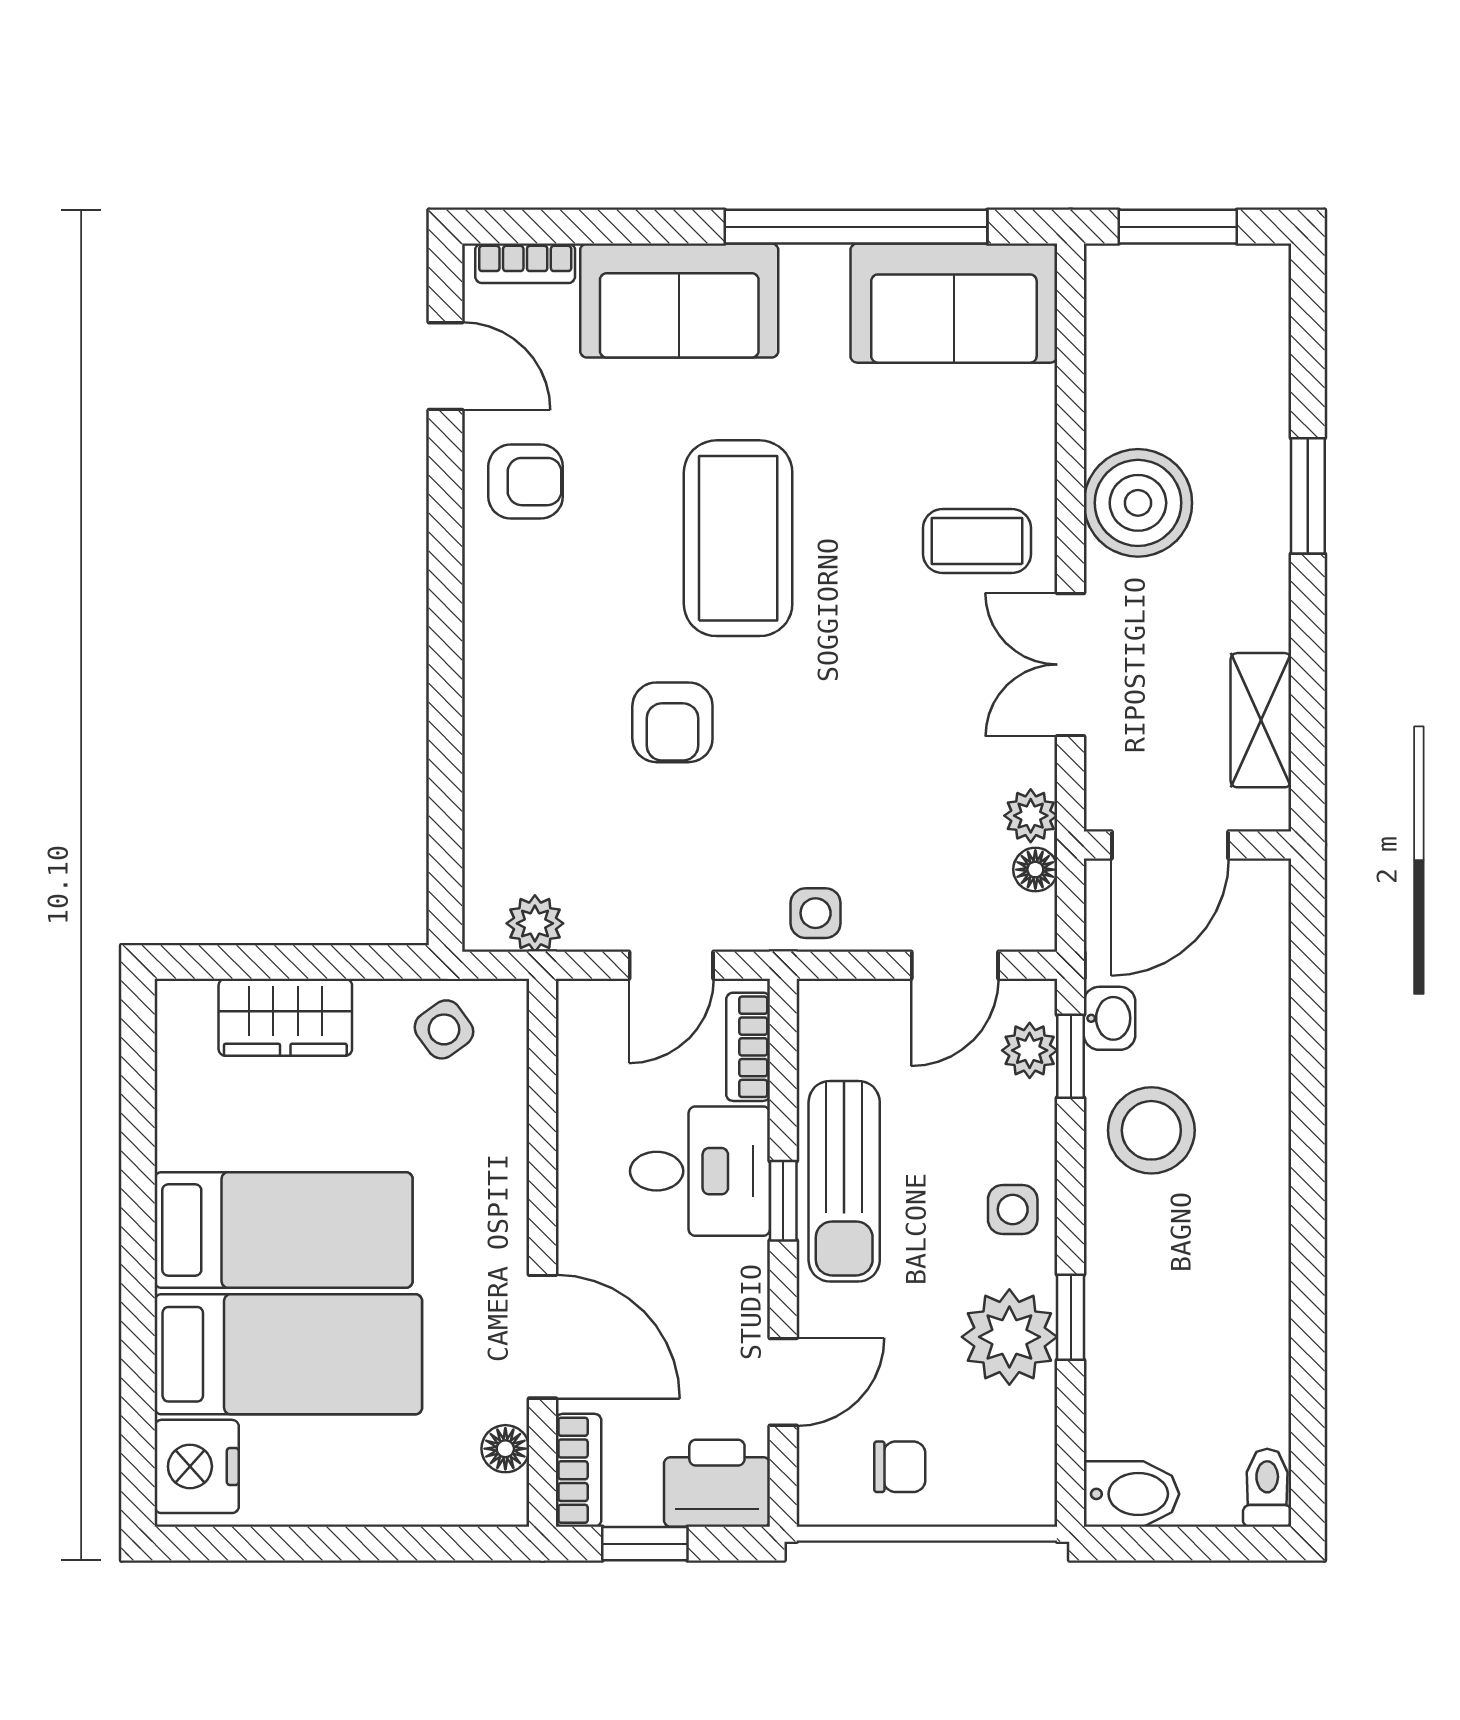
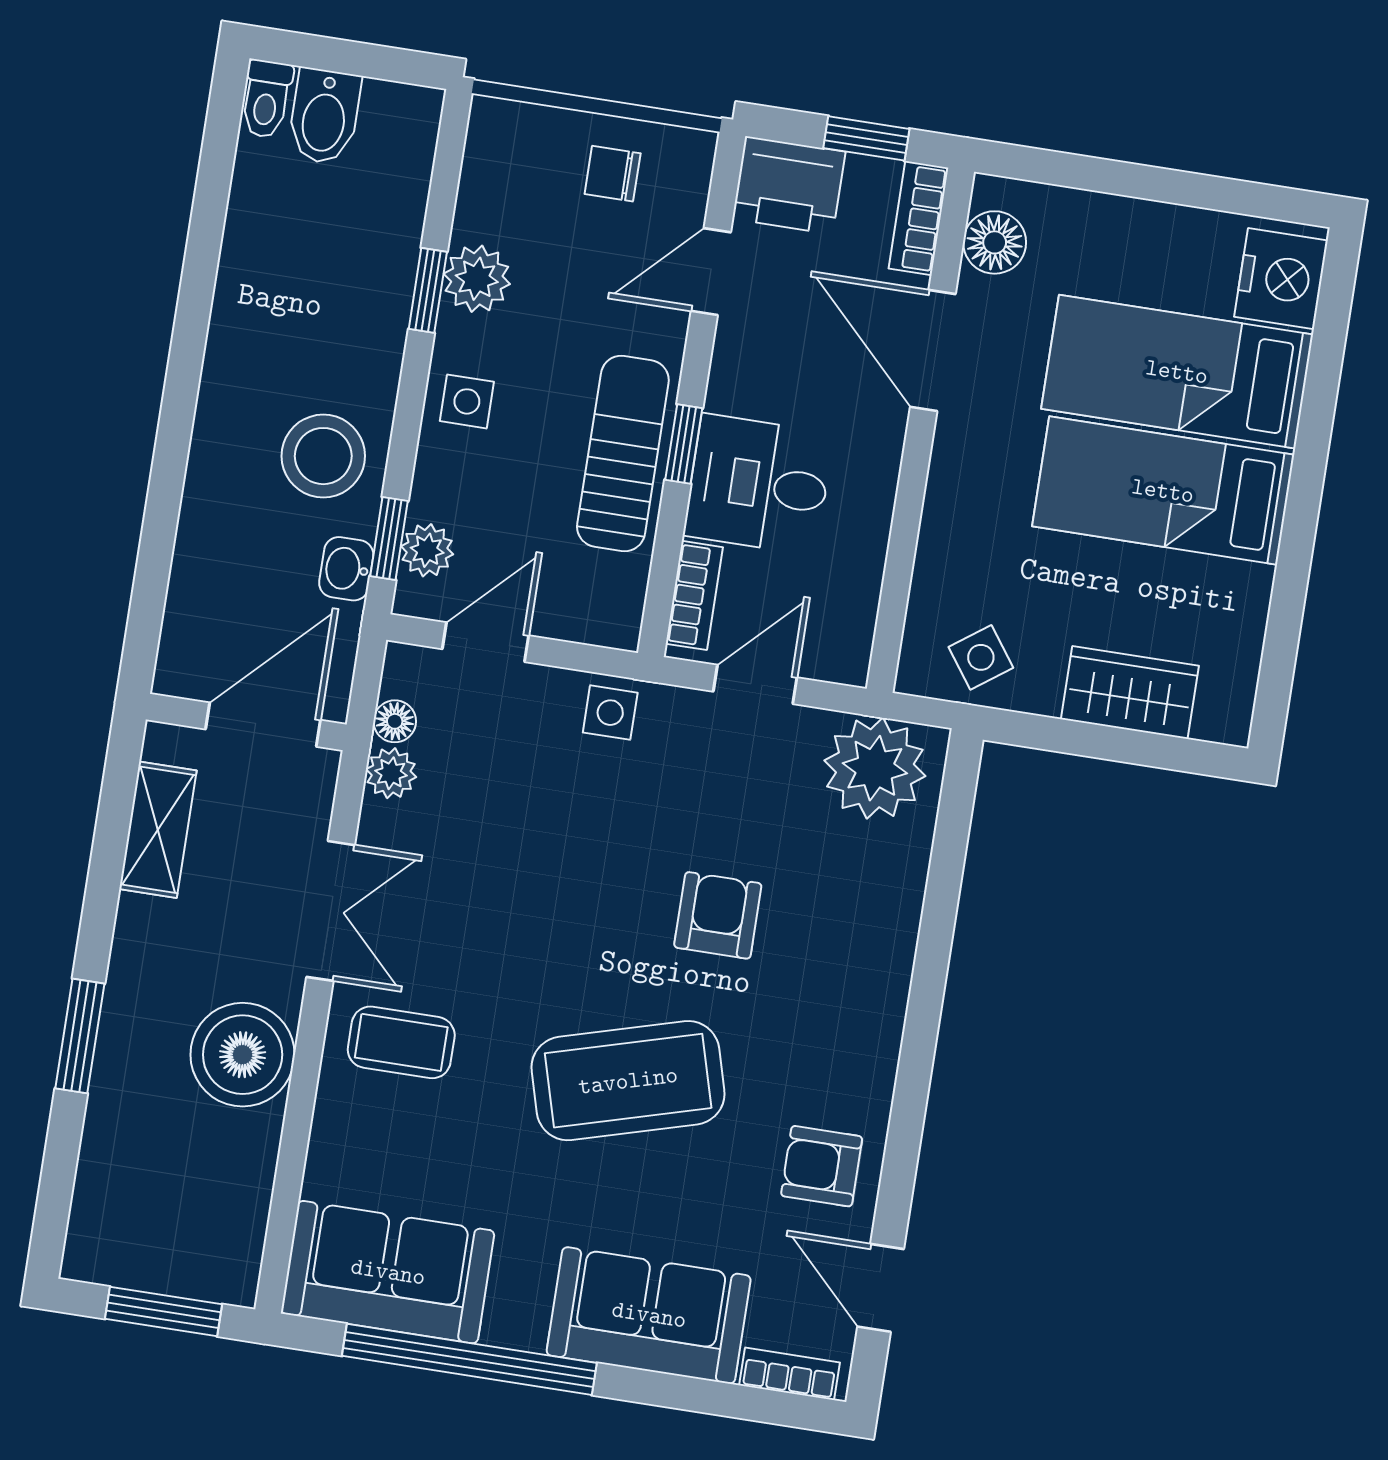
coffee table: (738, 538) -> (628, 1081), turned 74
plant: (535, 923) -> (875, 768), width x1.88, depth x1.88
plant: (1009, 1337) -> (477, 279), width x0.73, depth x0.73
floor lamp: (505, 1449) -> (995, 242), width x1.37, depth x1.37
bidet: (1132, 1494) -> (324, 116), moved, turned -90

